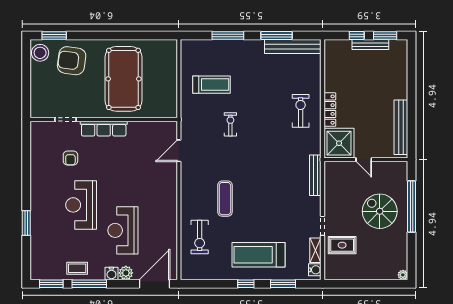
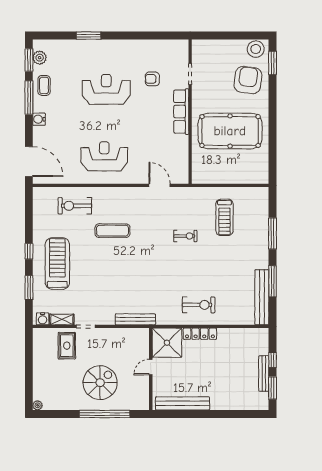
reception desk: (123, 230) -> (104, 156), moved
plant: (126, 273) -> (40, 58), moved

